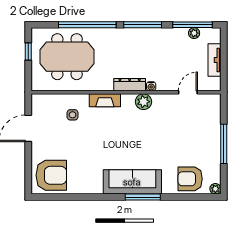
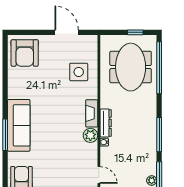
window: (87, 25) -> (159, 68), moved
fireplace: (105, 100) -> (92, 113), moved
side table: (73, 115) -> (79, 72), width x1.87, depth x1.87

